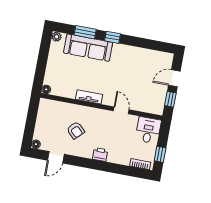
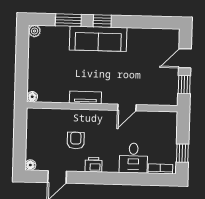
sofa: (88, 48) -> (98, 39), moved
door: (121, 110) -> (127, 107), swing flipped
armchair: (76, 130) -> (76, 140), turned -135
desk: (148, 130) -> (133, 158), moved, turned 180
printer: (100, 155) -> (94, 165), moved

